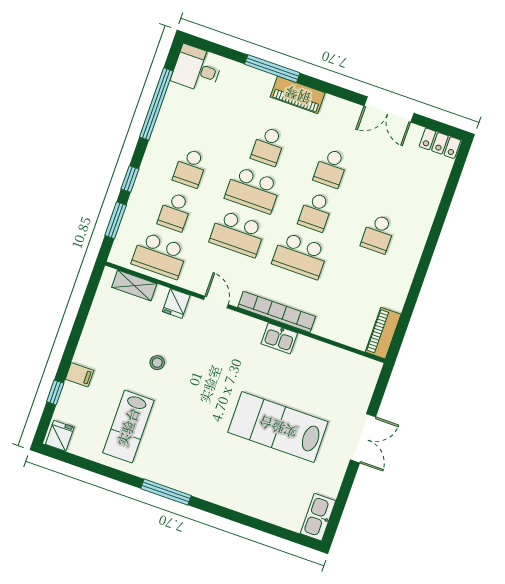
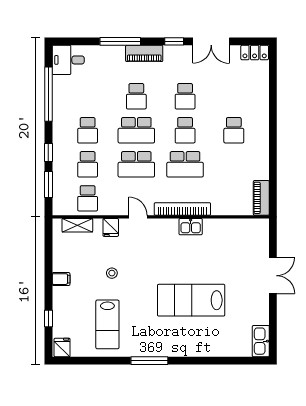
window: (342, 93) -> (174, 41), added
school desk: (160, 256) -> (88, 198), width x0.54
filing cabinet: (80, 375) -> (61, 279), moved
lab bench: (278, 427) -> (191, 300), moved

